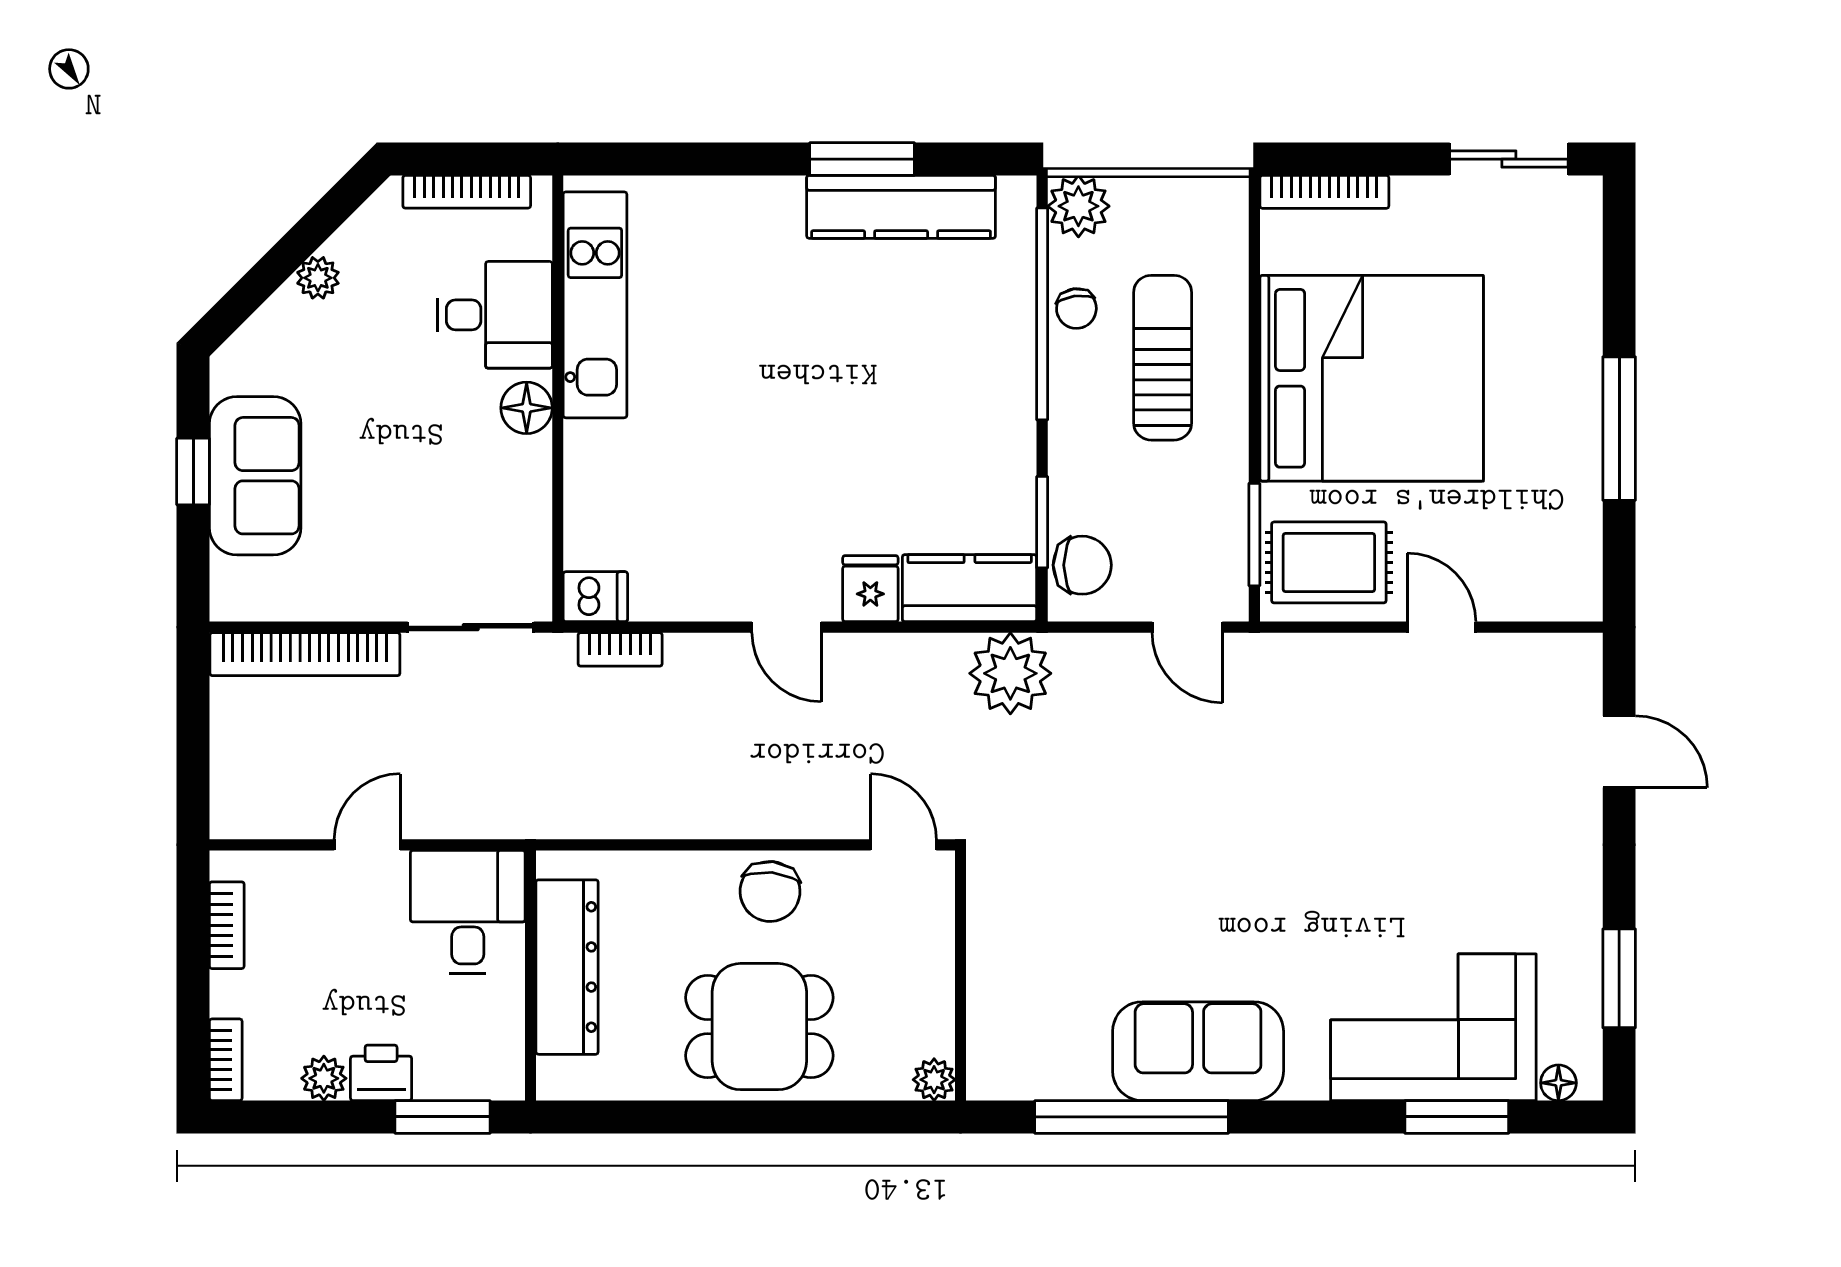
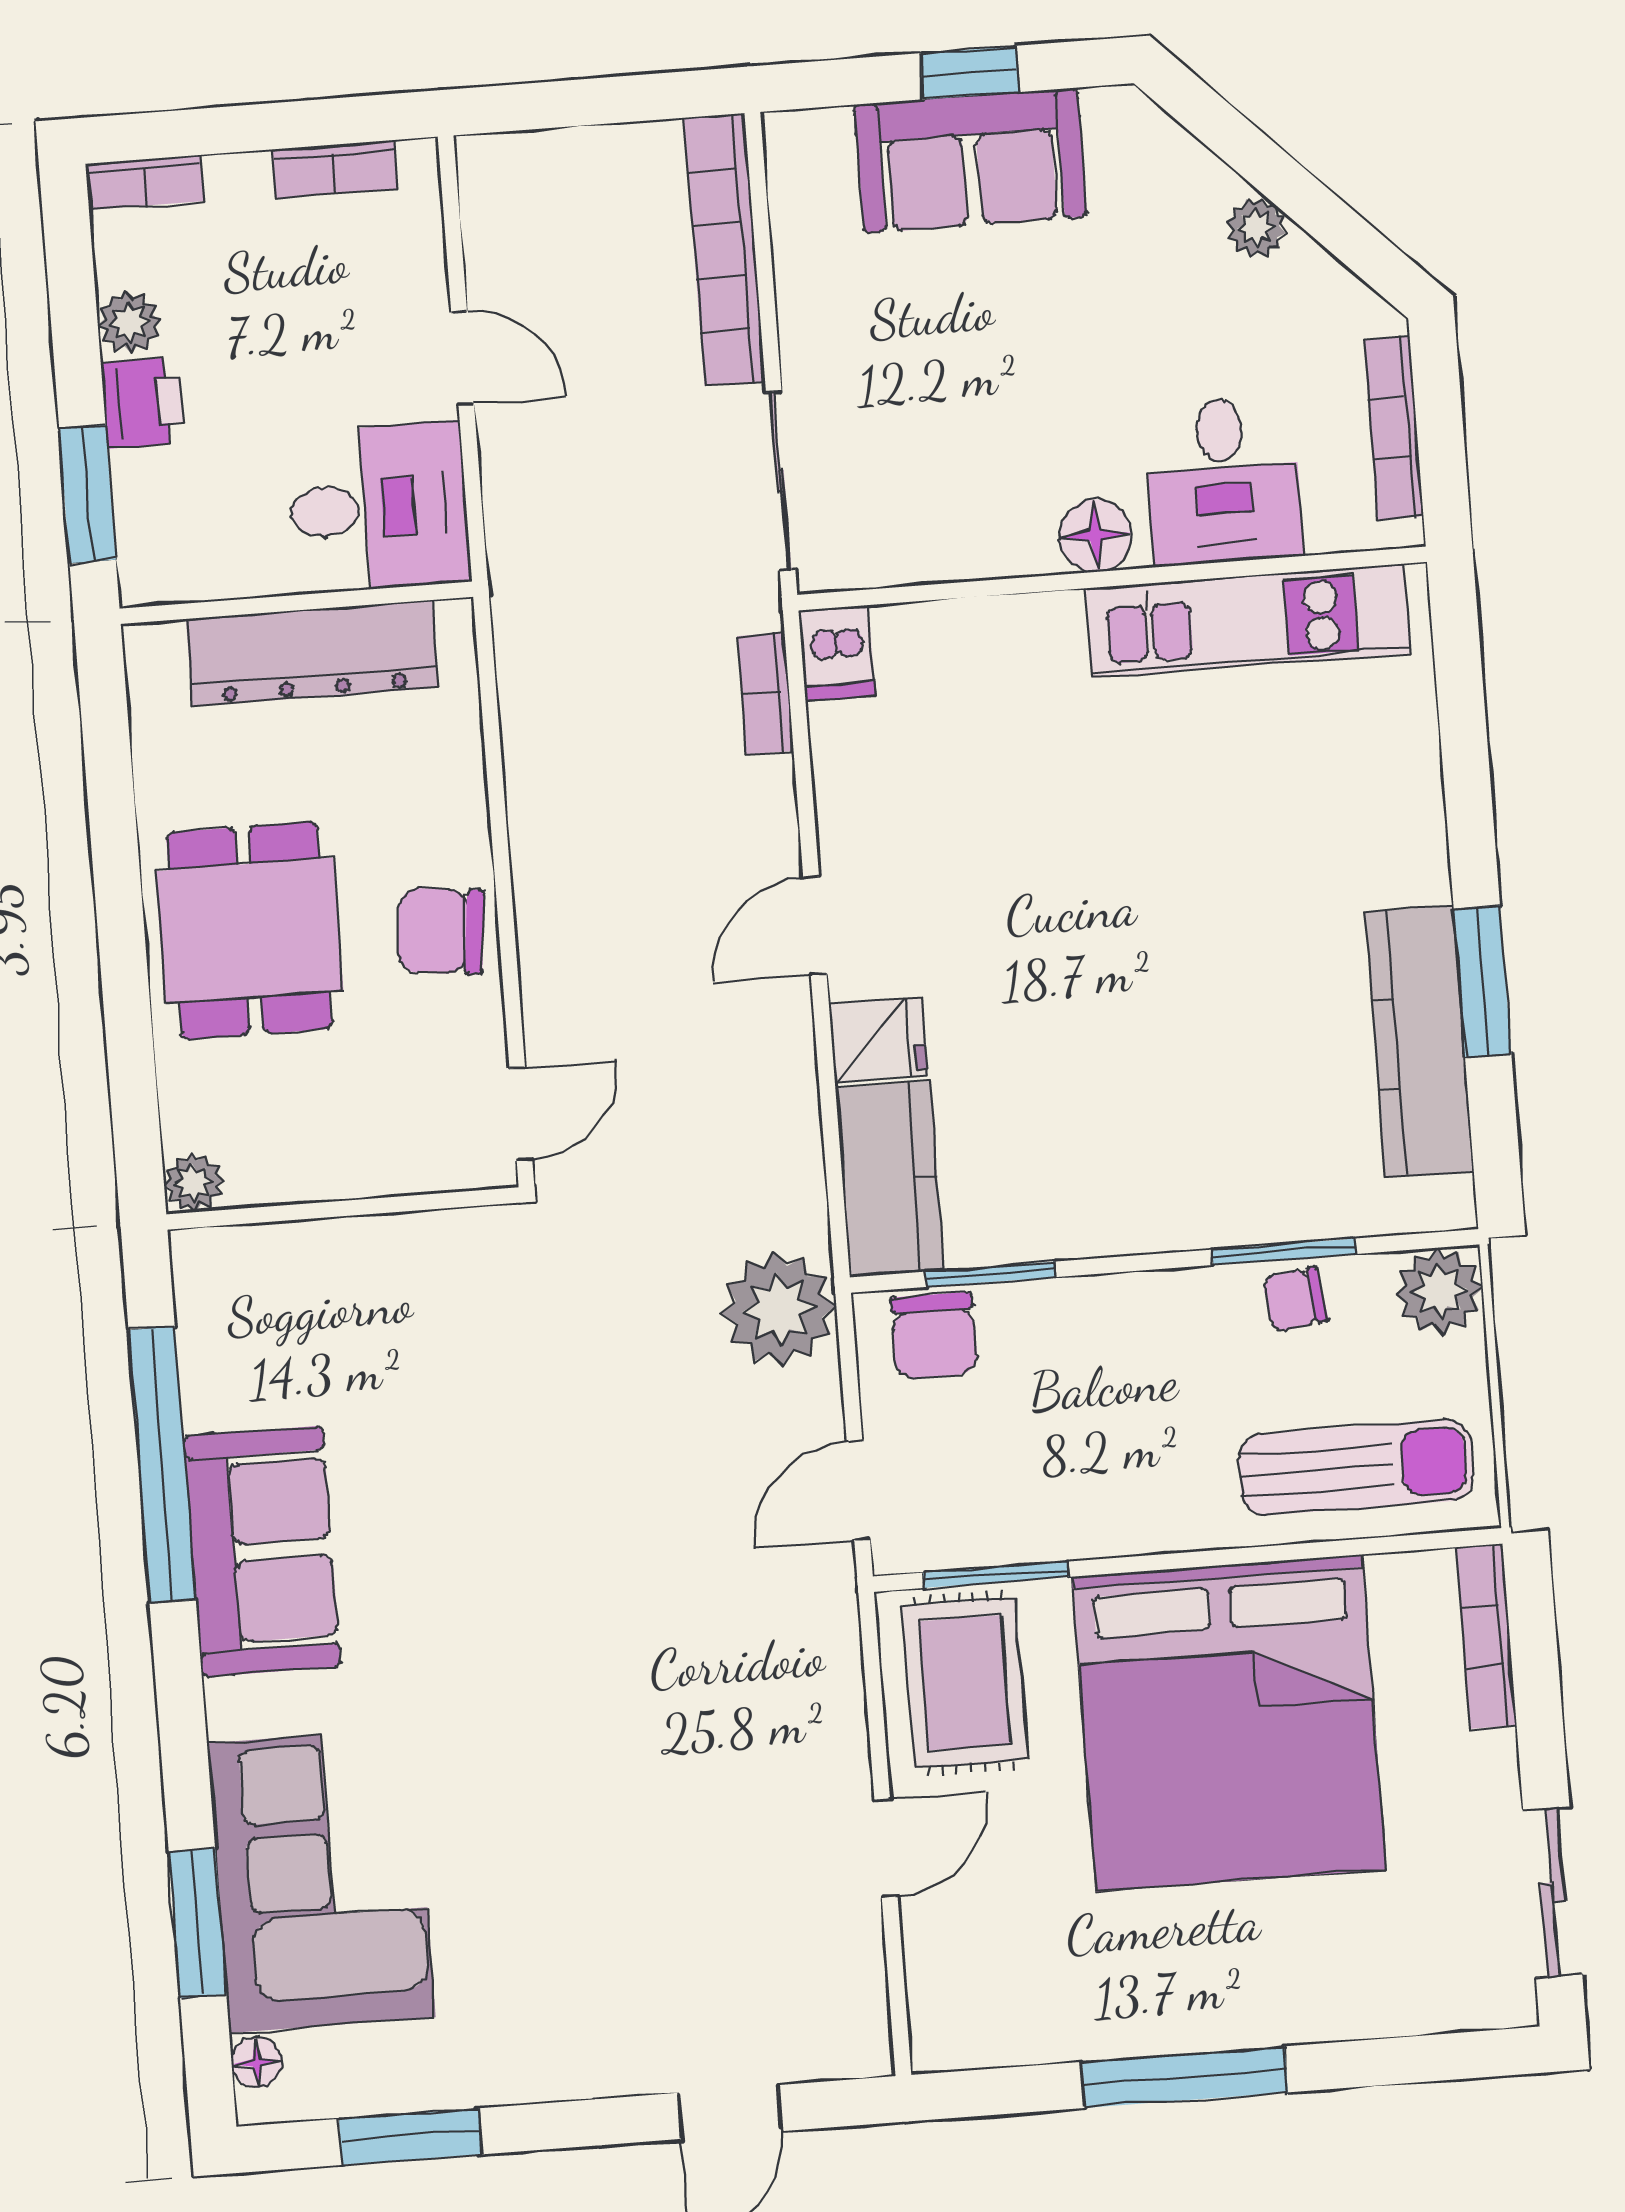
window: (1042, 314) -> (1284, 1252), width x0.47
sun lounger: (1163, 358) -> (1356, 1467), moved
plant: (1010, 673) -> (779, 1309), moved

